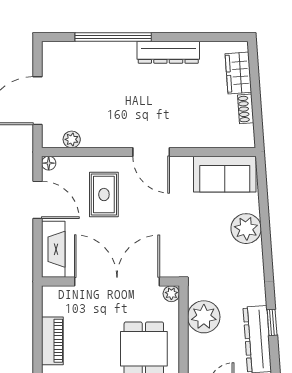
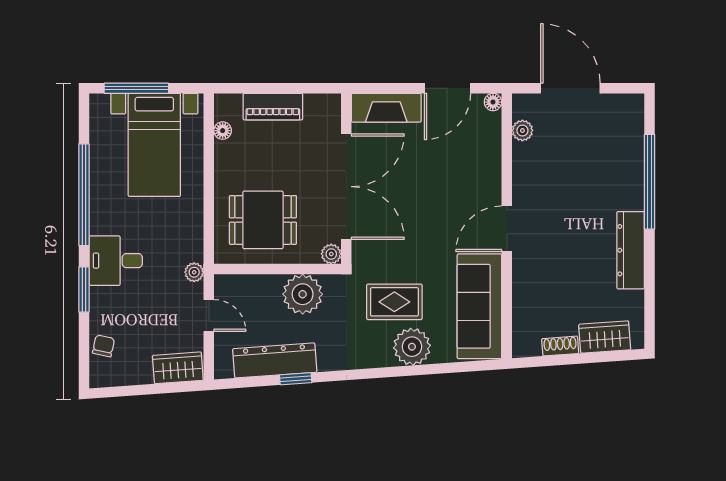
sofa: (225, 174) -> (479, 306), width x1.36
rug: (104, 195) -> (394, 302), moved

